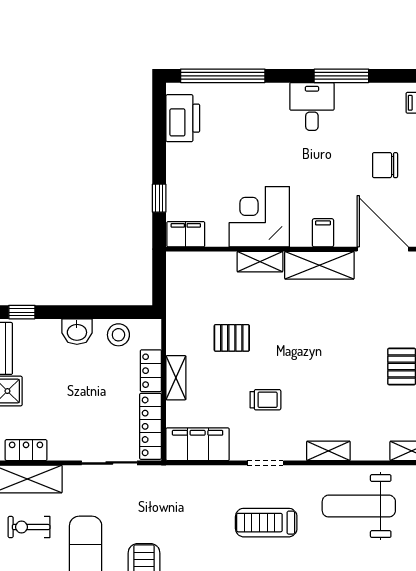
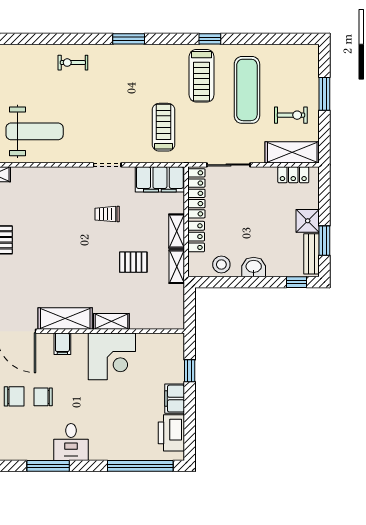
chair: (348, 165) -> (43, 397), added
filing cabinet: (186, 234) -> (175, 399), moved, turned 90
shelving: (328, 451) -> (177, 267), moved, turned 90
treadmill: (266, 523) -> (163, 127), moved, turned -90

